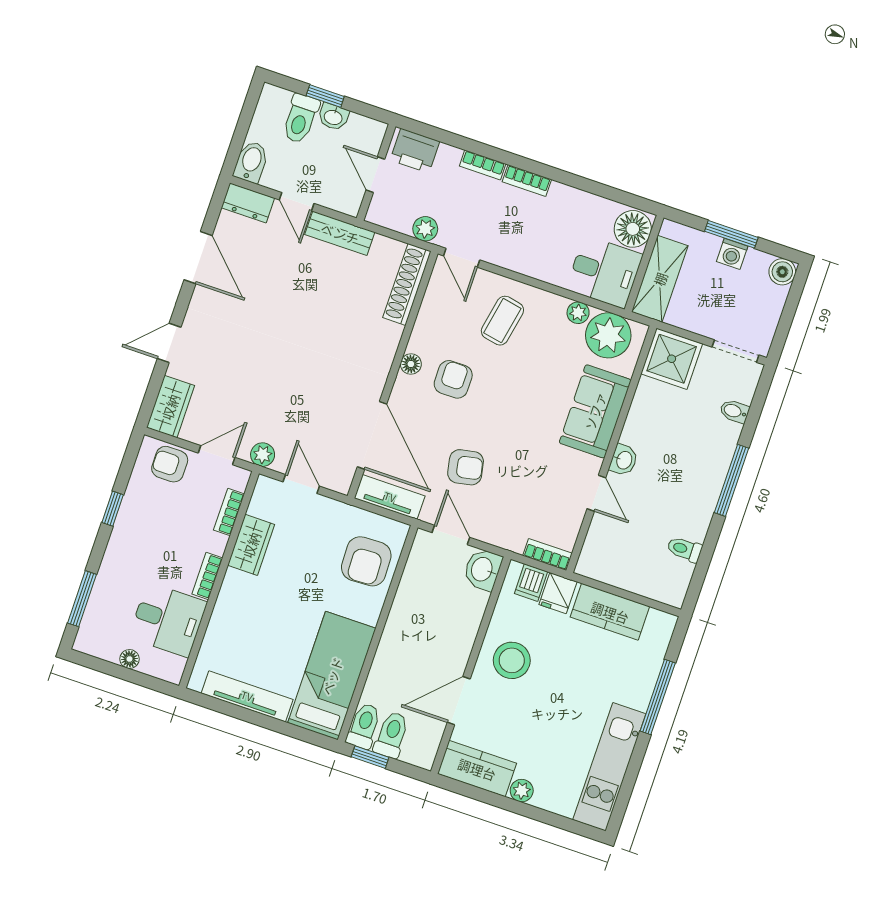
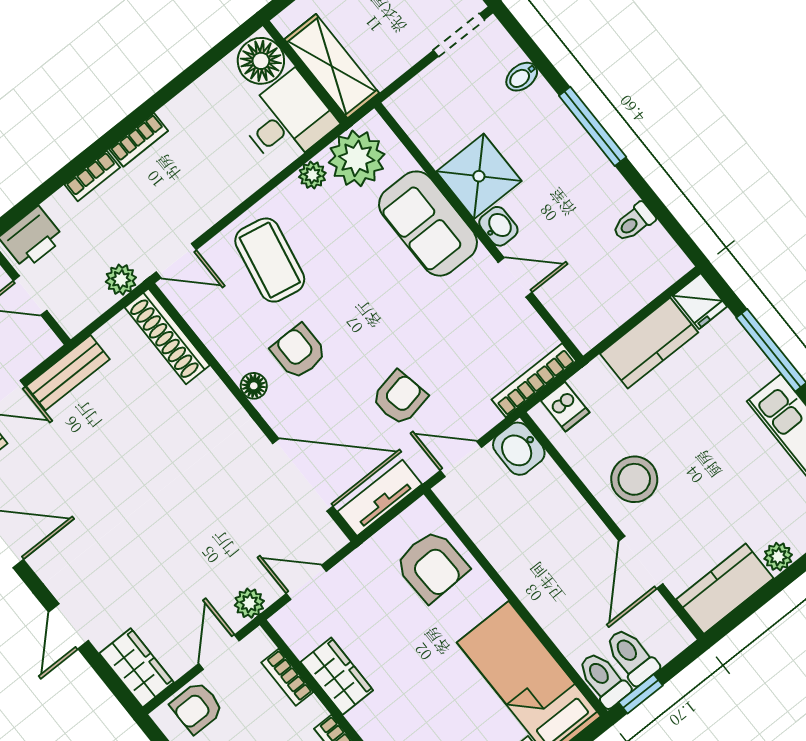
coffee table: (502, 321) -> (270, 260), width x1.36, depth x1.30
shower: (672, 359) -> (479, 176), moved
bookcase: (548, 554) -> (534, 380), width x1.56
fridge: (558, 593) -> (700, 301), moved

